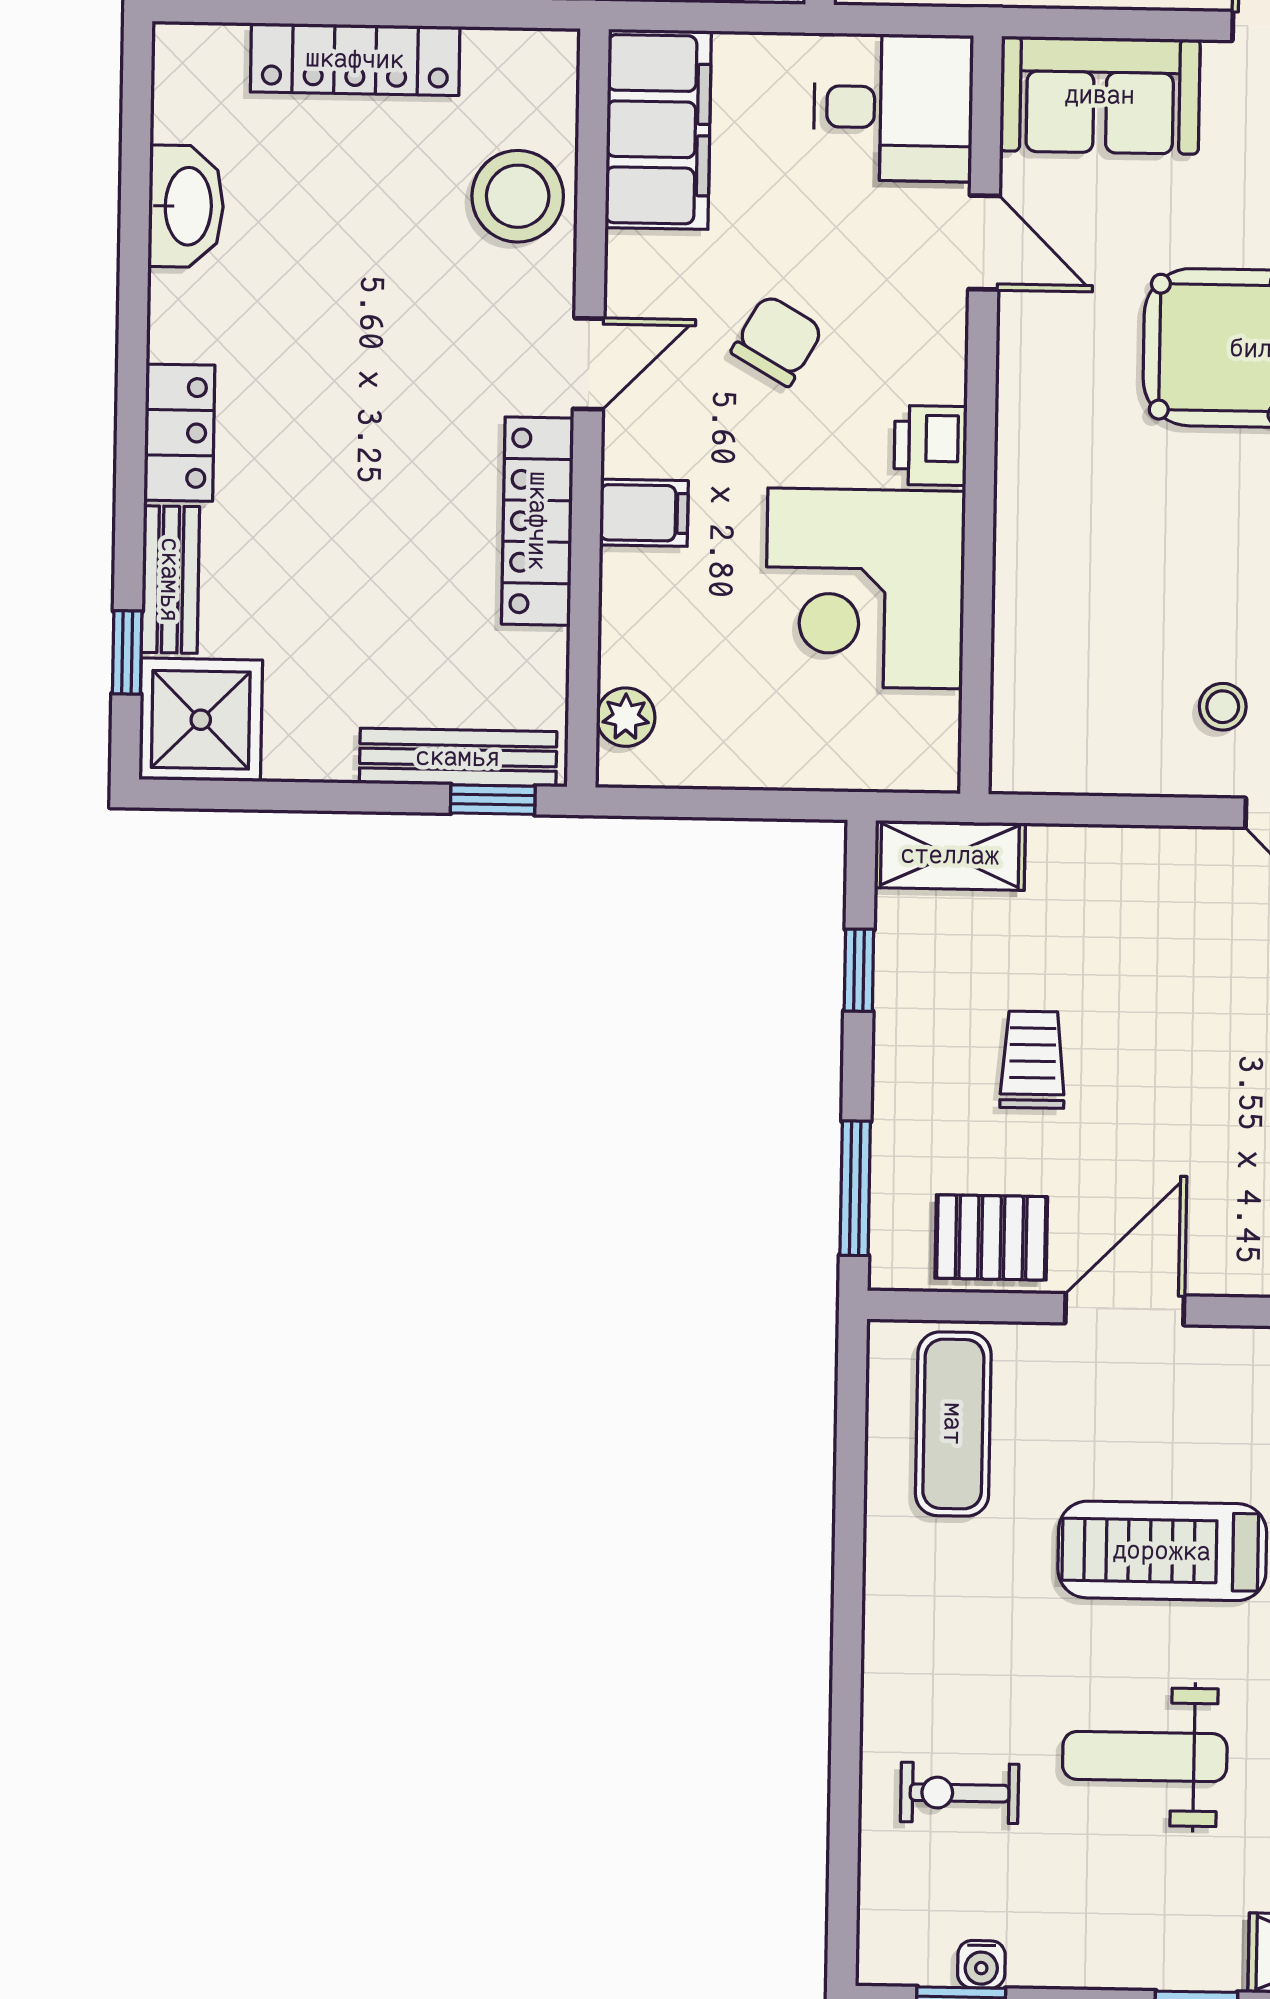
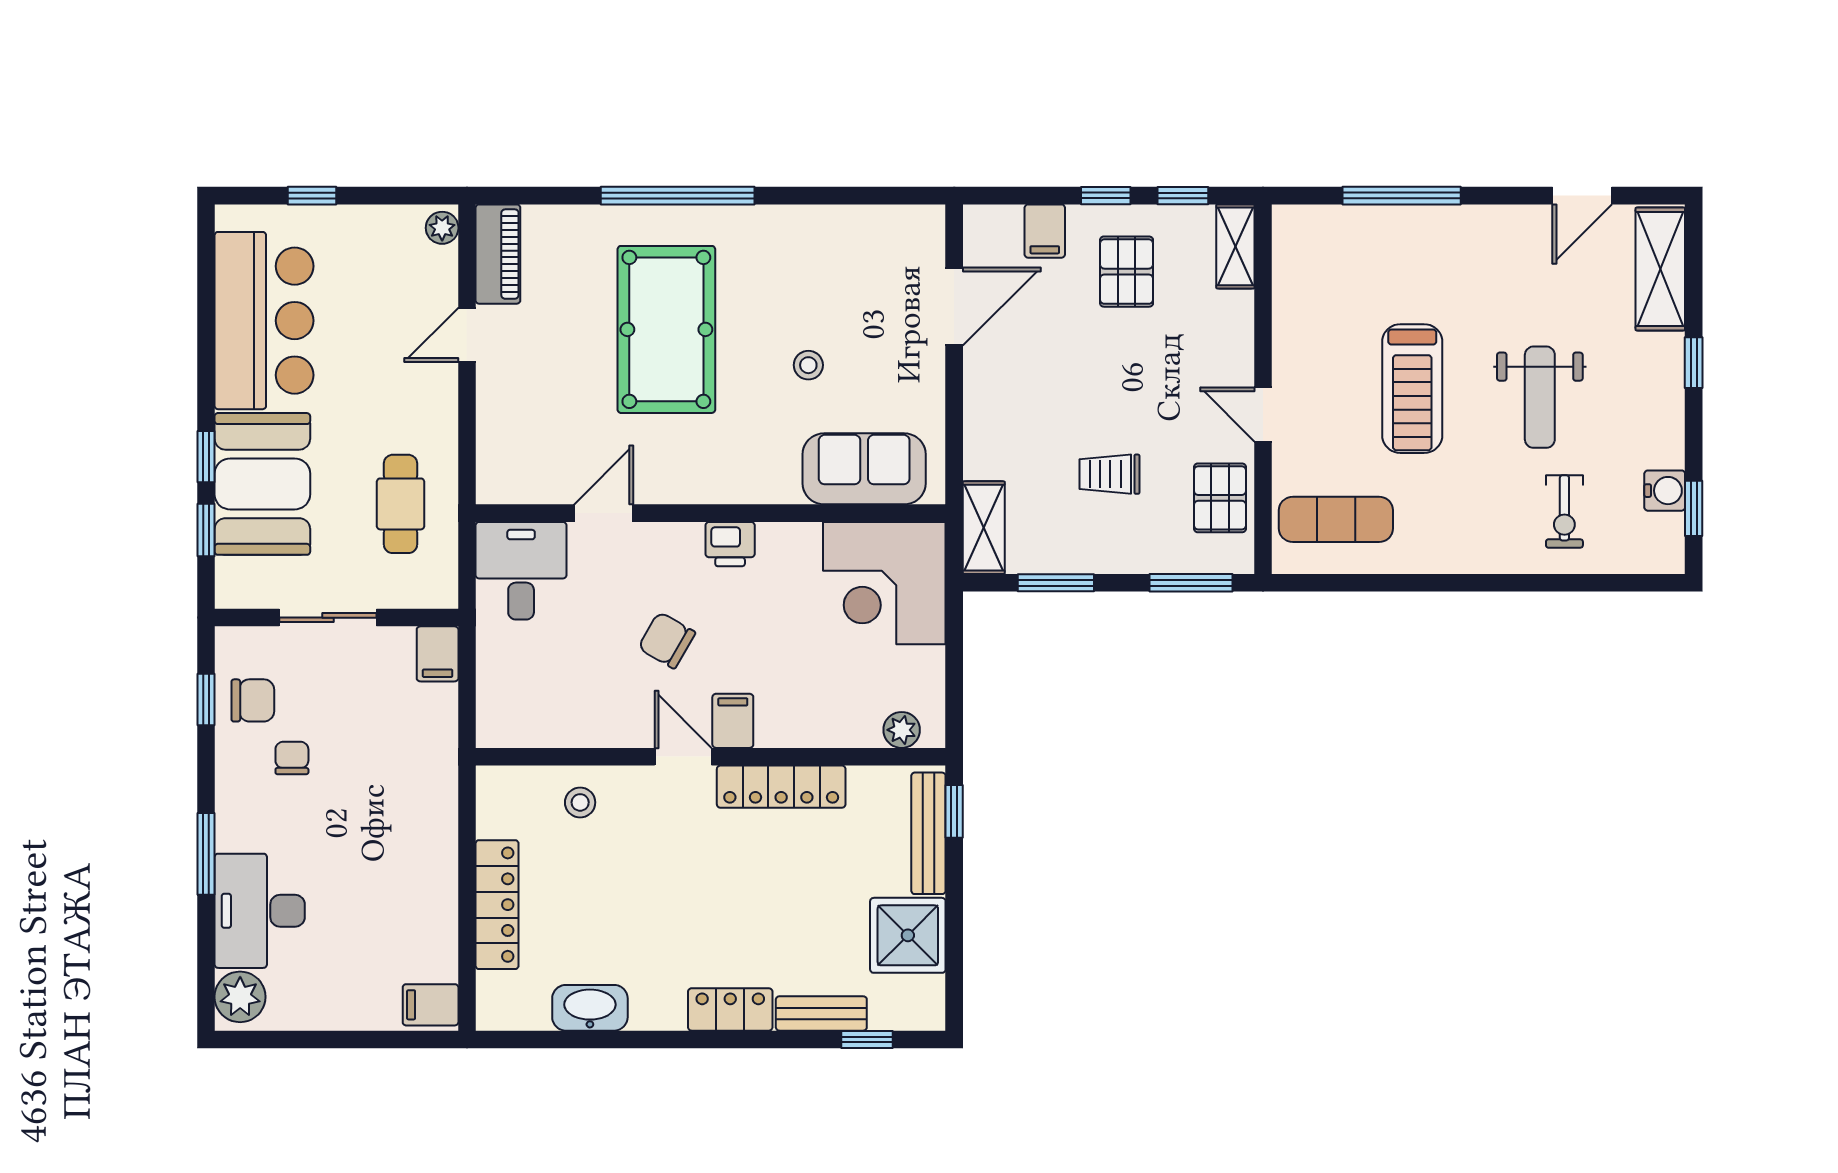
sofa: (1100, 95) -> (864, 469), moved, turned -90
filing cabinet: (658, 129) -> (537, 716), removed
stool: (518, 196) -> (580, 802), width x0.53, depth x0.53
filing cabinet: (644, 513) -> (733, 721), moved
corner desk: (865, 588) -> (884, 583), moved, turned 90
stool: (1223, 707) -> (808, 365), moved
shower: (201, 720) -> (908, 935), moved
window: (859, 970) -> (1056, 583), width x1.50
door: (1125, 1309) -> (1263, 414), width x0.73
water cooler: (981, 1964) -> (1665, 491), width x1.38, depth x1.38

